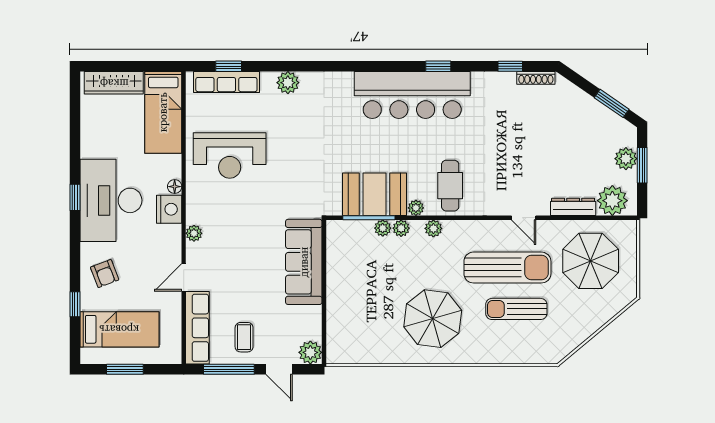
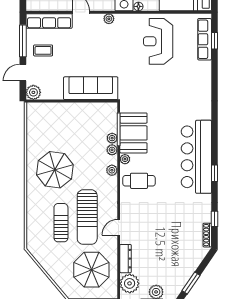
plant: (288, 83) -> (204, 78), removed

